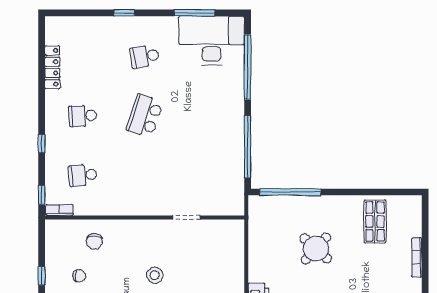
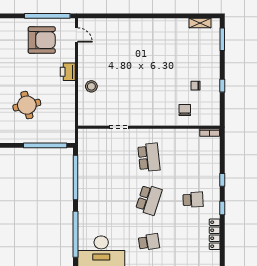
school desk: (83, 175) -> (149, 157), moved, width x1.85
window: (42, 195) -> (222, 208), moved
round table: (316, 249) -> (27, 105), turned 35
stool: (155, 275) -> (91, 86), moved

